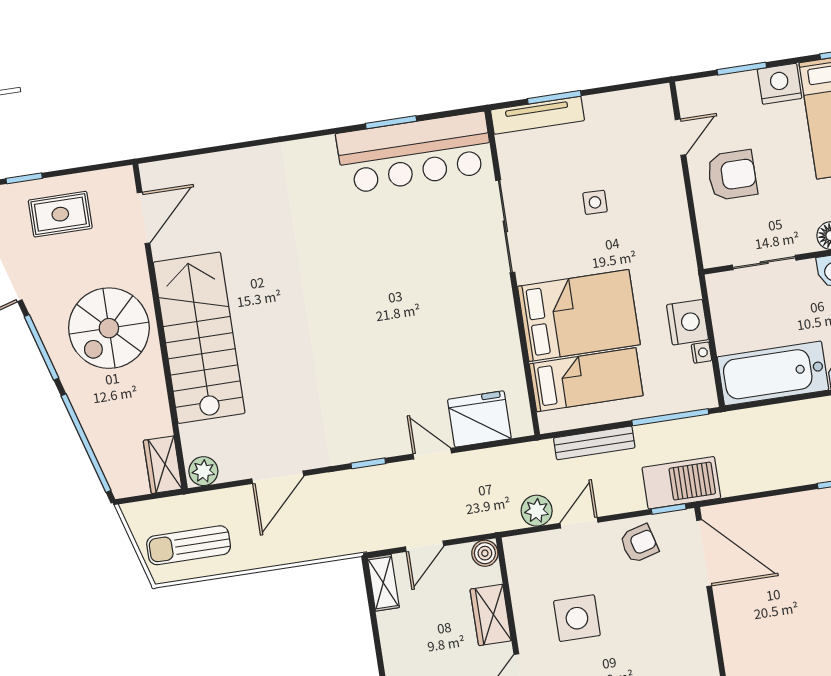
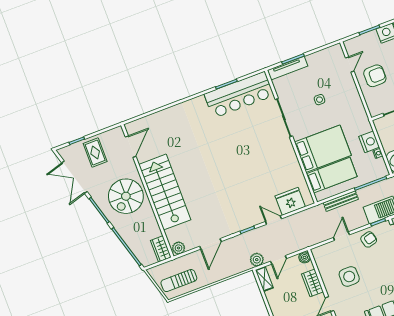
rug: (60, 214) -> (95, 152), turned 90
plant: (537, 511) -> (257, 260), moved

